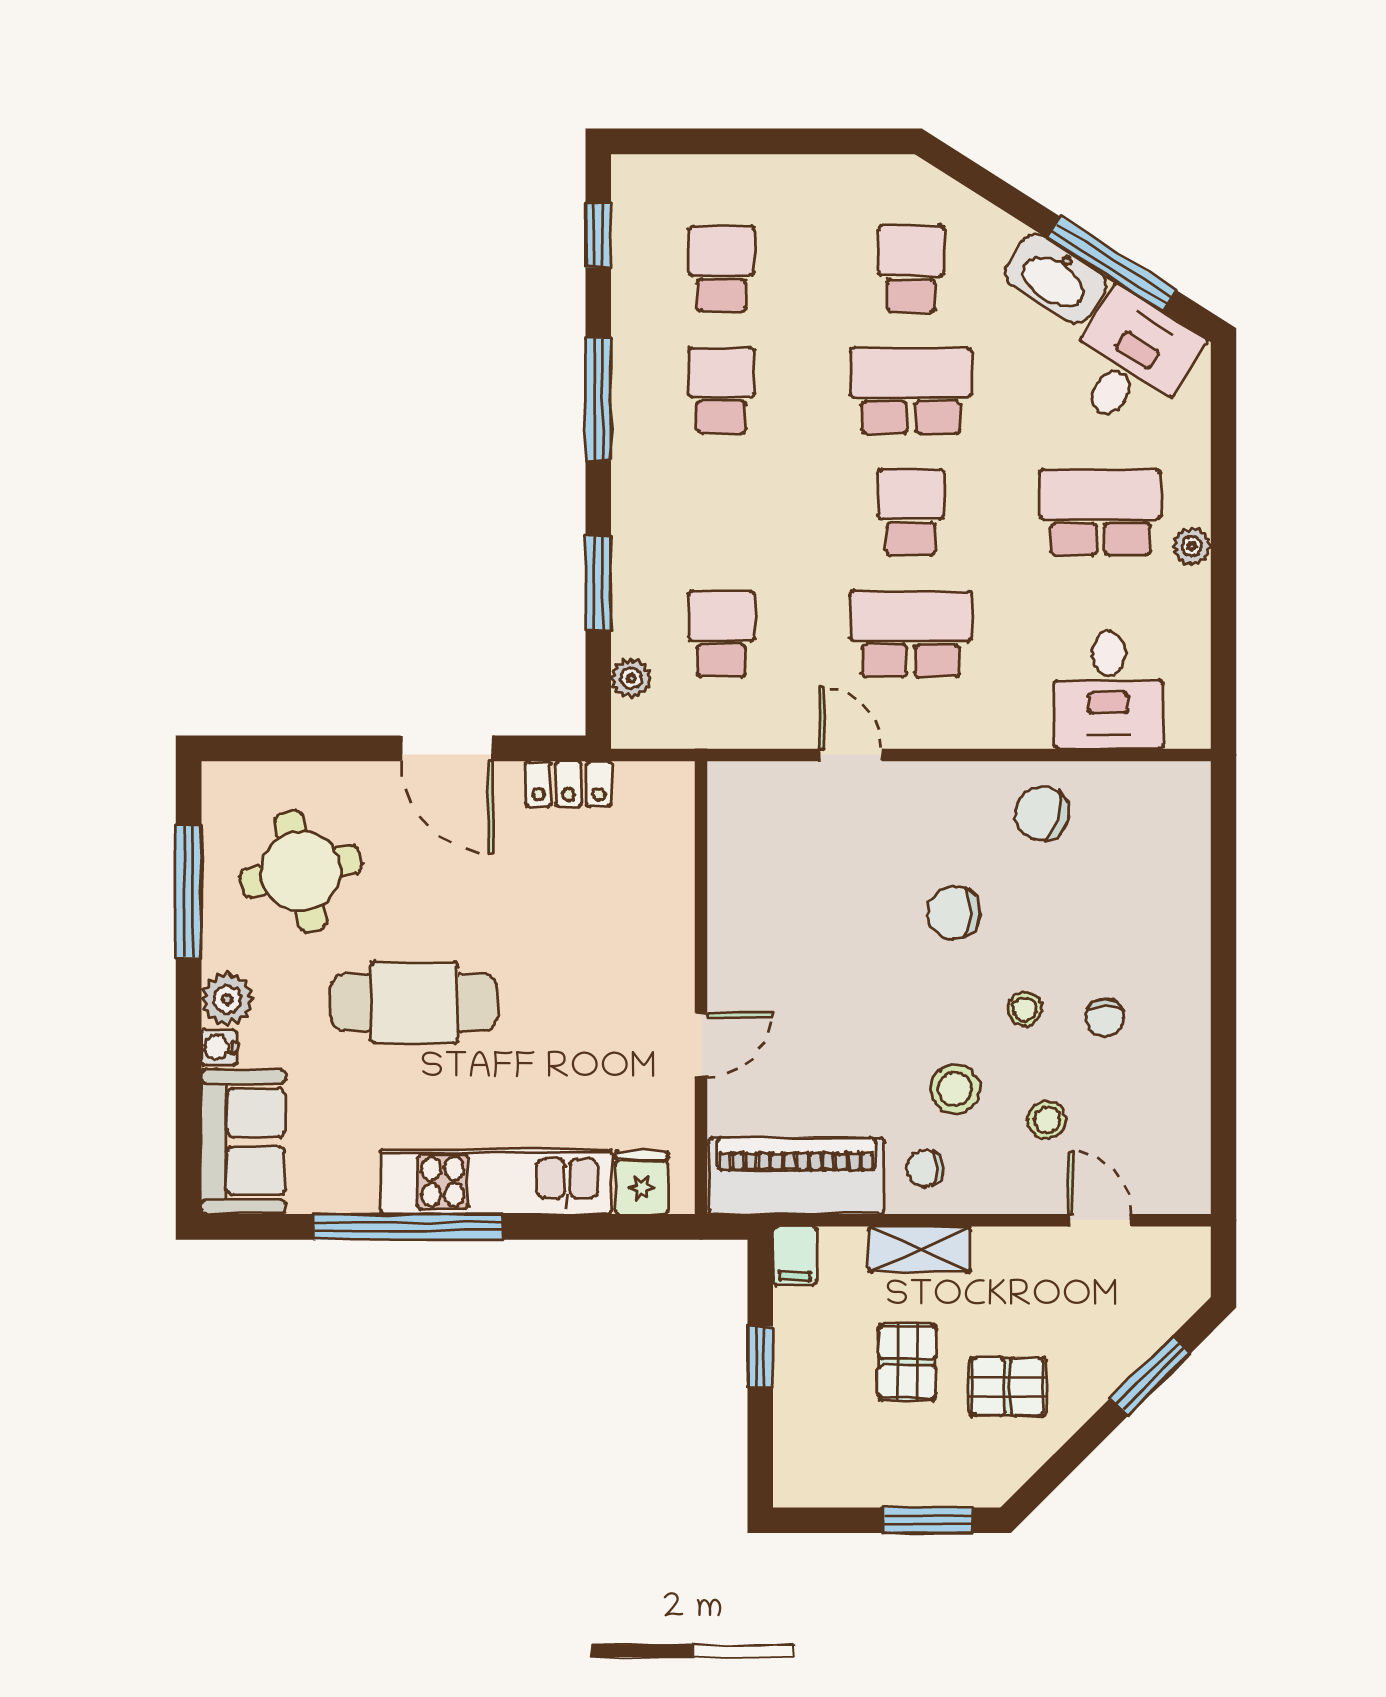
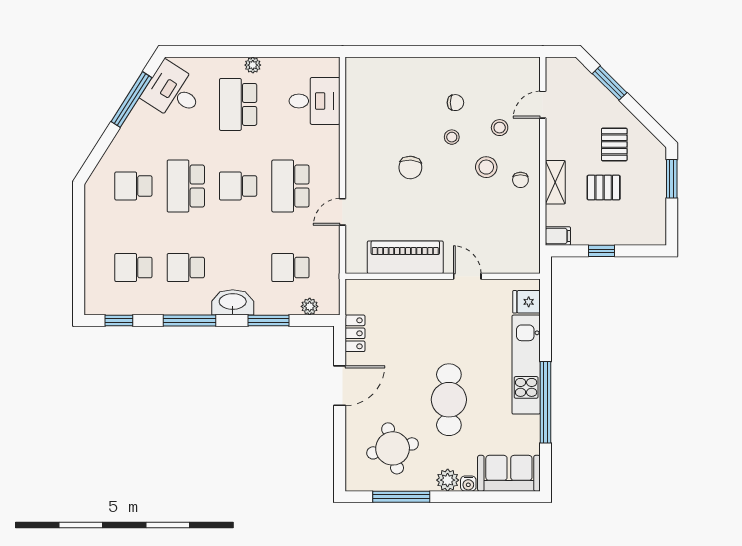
washbasin: (1055, 279) -> (233, 302), moved, turned -122
chair: (1042, 814) -> (368, 130), removed
piano: (796, 1176) -> (405, 257), moved, turned 90

